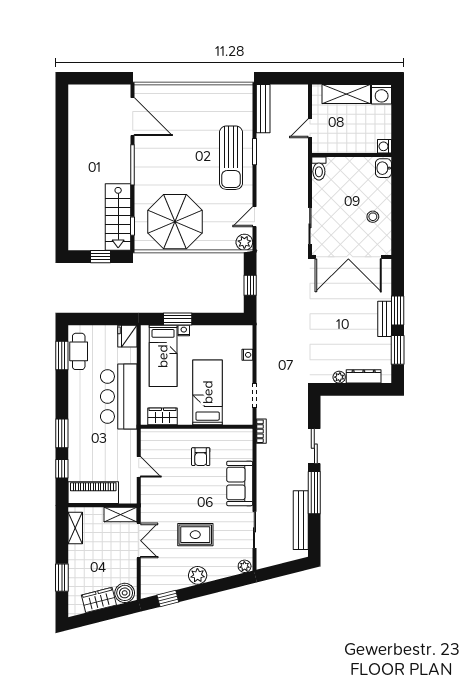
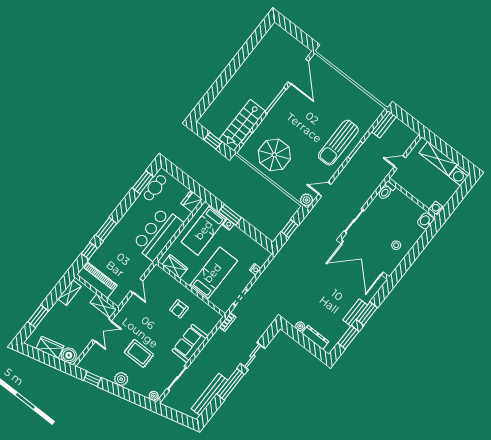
bench: (263, 109) -> (384, 124), width x0.73
parasol: (175, 222) -> (274, 155), width x0.73, depth x0.73

